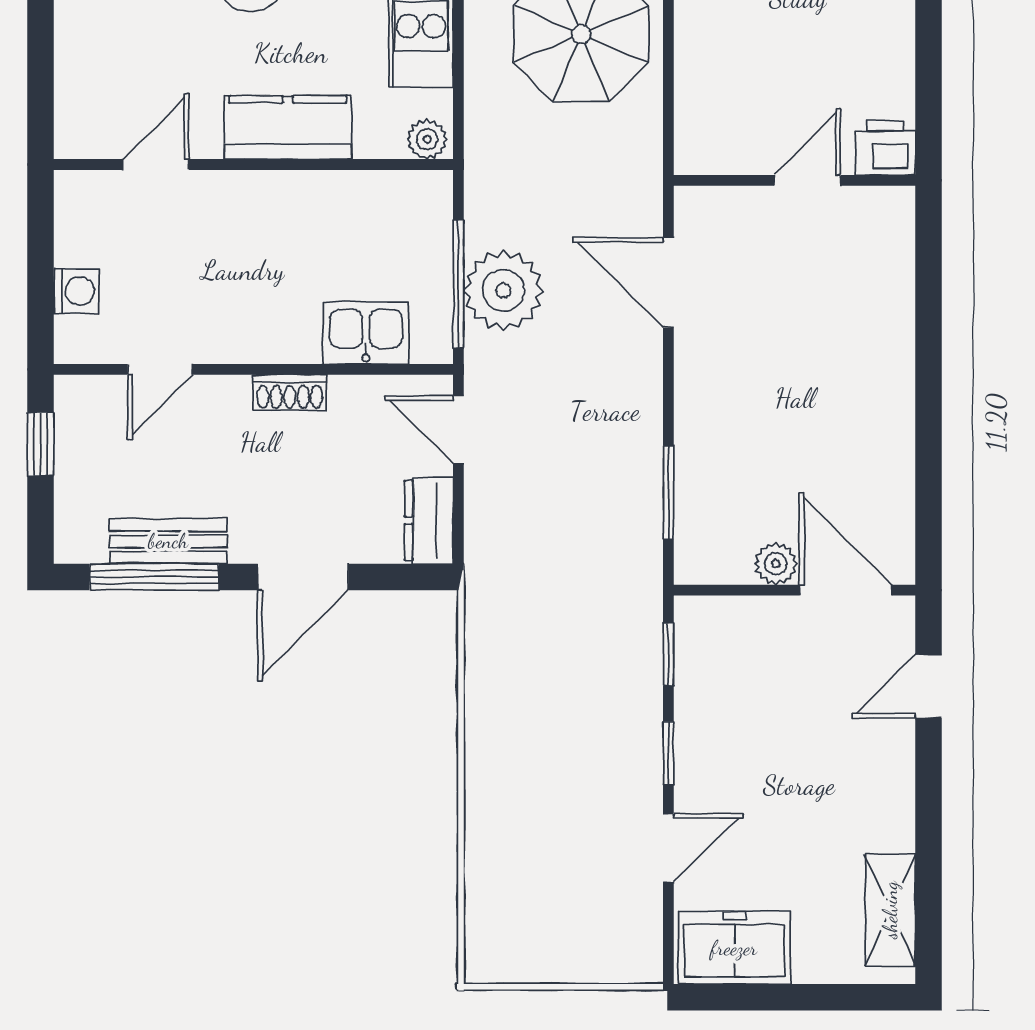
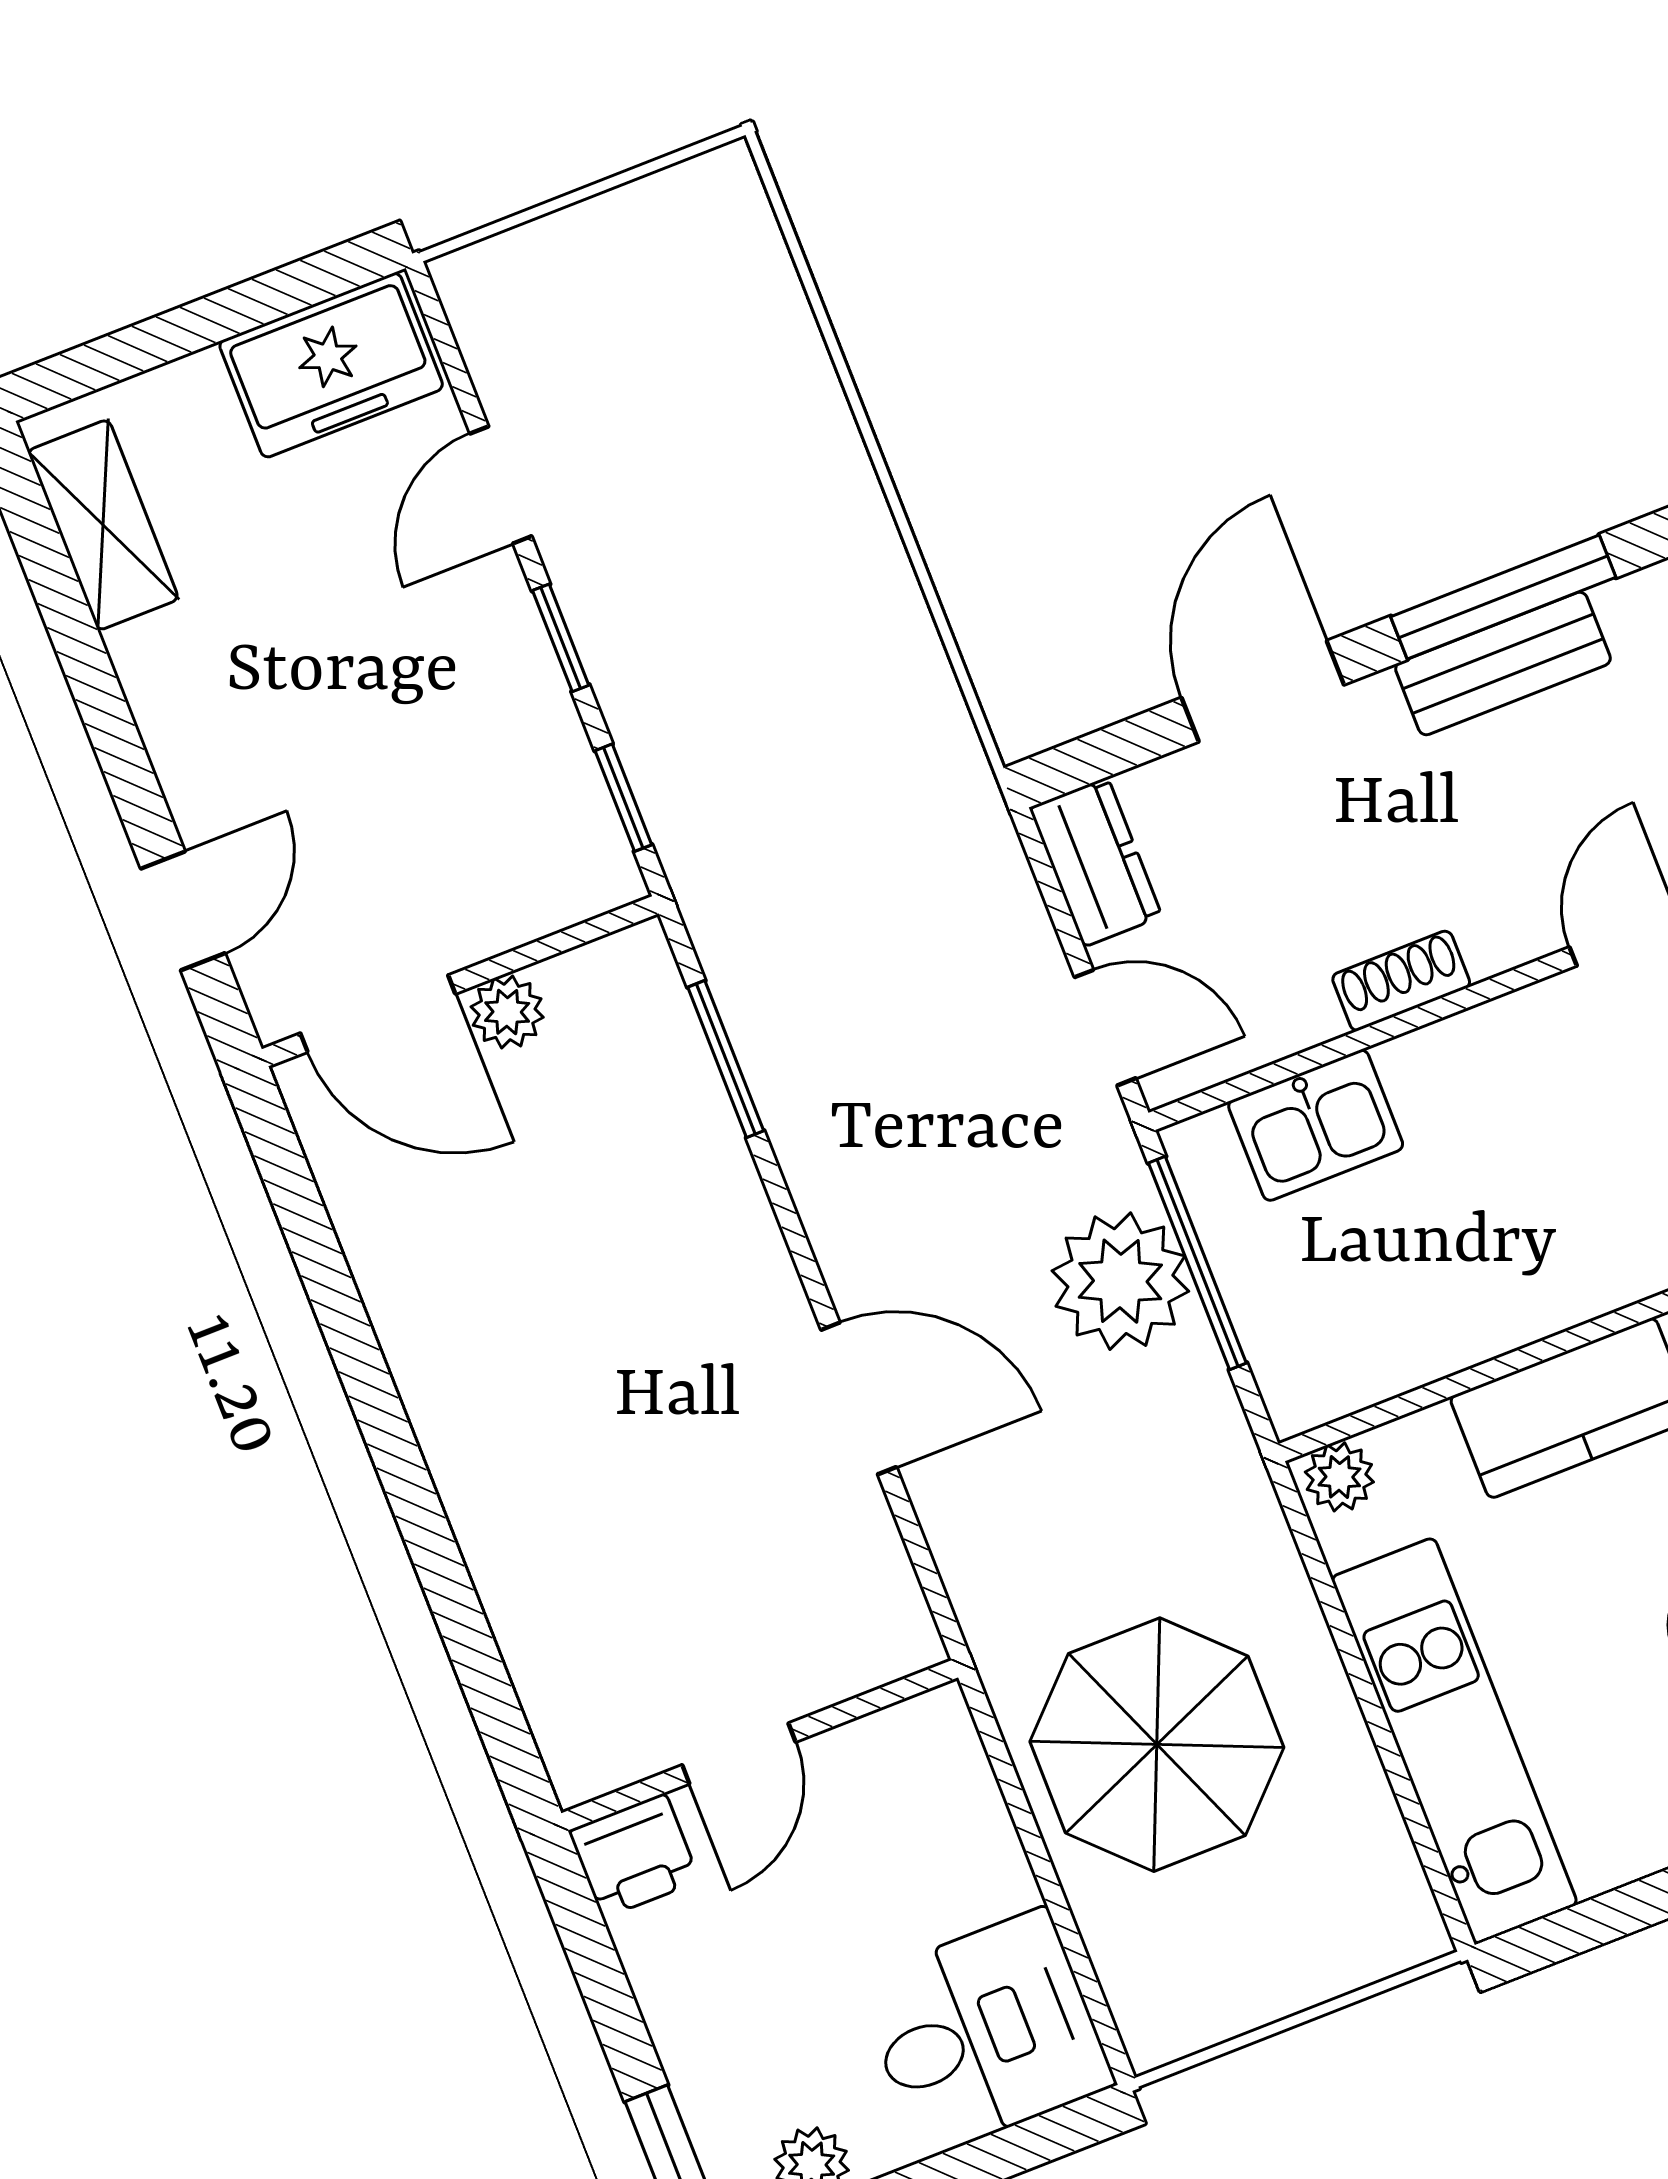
printer: (885, 147) -> (634, 1856), moved
wall: (795, 180) -> (760, 1745), moved
door: (807, 180) -> (739, 1753), moved

